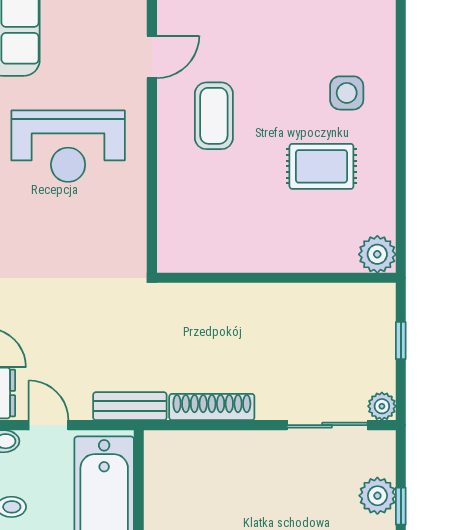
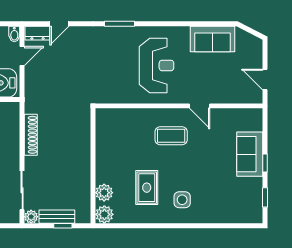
reception desk: (68, 146) -> (156, 65), turned 180
plant: (332, 255) -> (104, 193), added
bench: (130, 406) -> (57, 217), moved, turned 90

